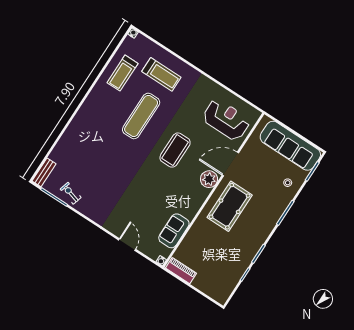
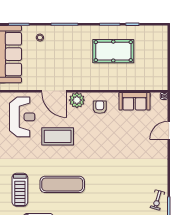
treadmill: (161, 74) -> (20, 190), turned 180
reception desk: (226, 120) -> (22, 117), turned 180
coffee table: (175, 150) -> (58, 136), moved
armchair: (189, 196) -> (100, 107), added
pool table: (230, 206) -> (113, 51), moved
piano: (181, 271) -> (162, 76), removed

